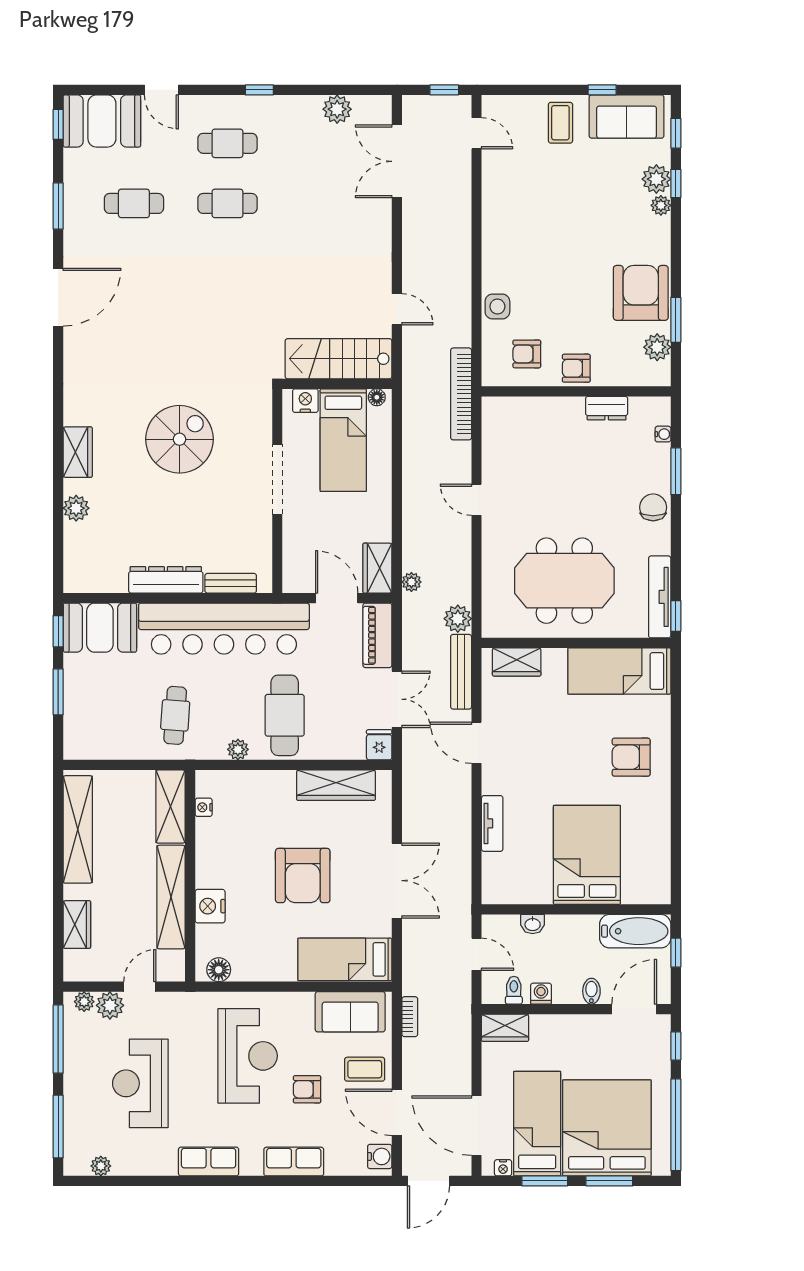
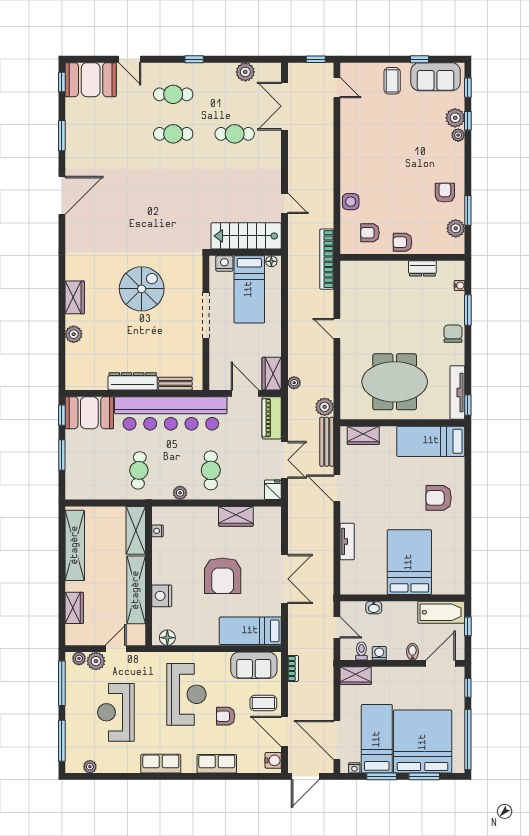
cafe table: (134, 203) -> (235, 134), moved
armchair: (641, 293) -> (445, 193), width x0.53, depth x0.53
cafe table: (285, 715) -> (211, 470), width x0.73, depth x0.74
wardrobe: (336, 785) -> (236, 516), width x0.67

